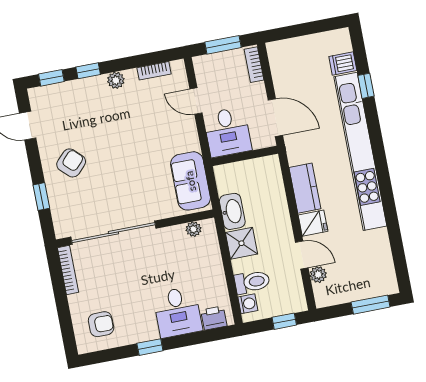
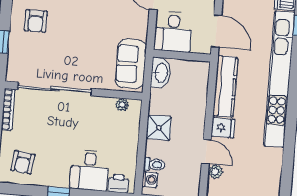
armchair: (71, 163) -> (36, 21), turned 136
kitchen counter: (305, 188) -> (225, 87), width x1.50
washbasin: (232, 211) -> (161, 73), moved
toilet: (252, 282) -> (154, 165), width x0.73, depth x0.72
armchair: (101, 324) -> (23, 162), turned 98

